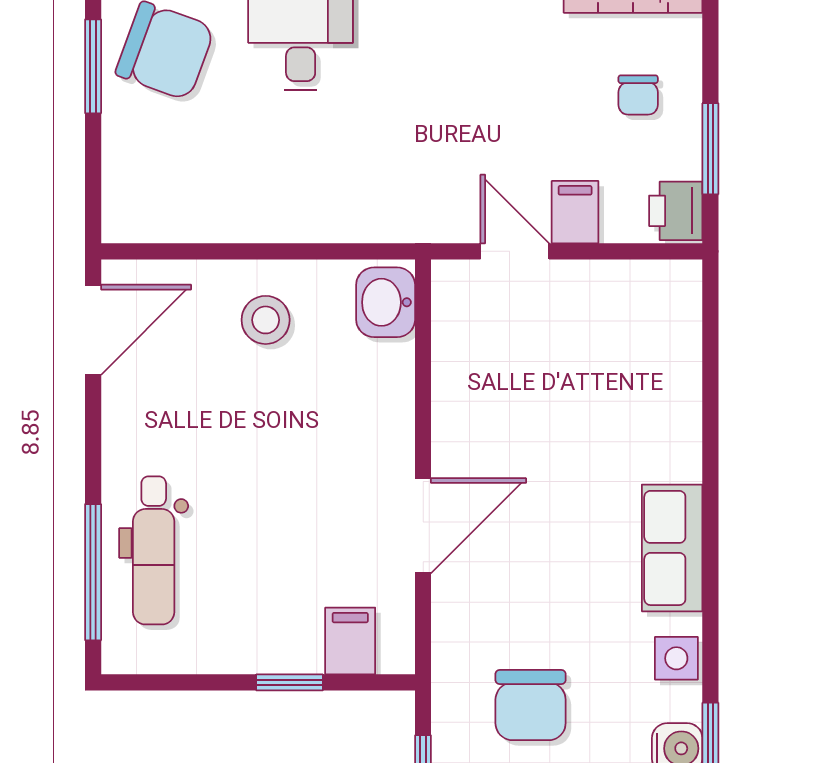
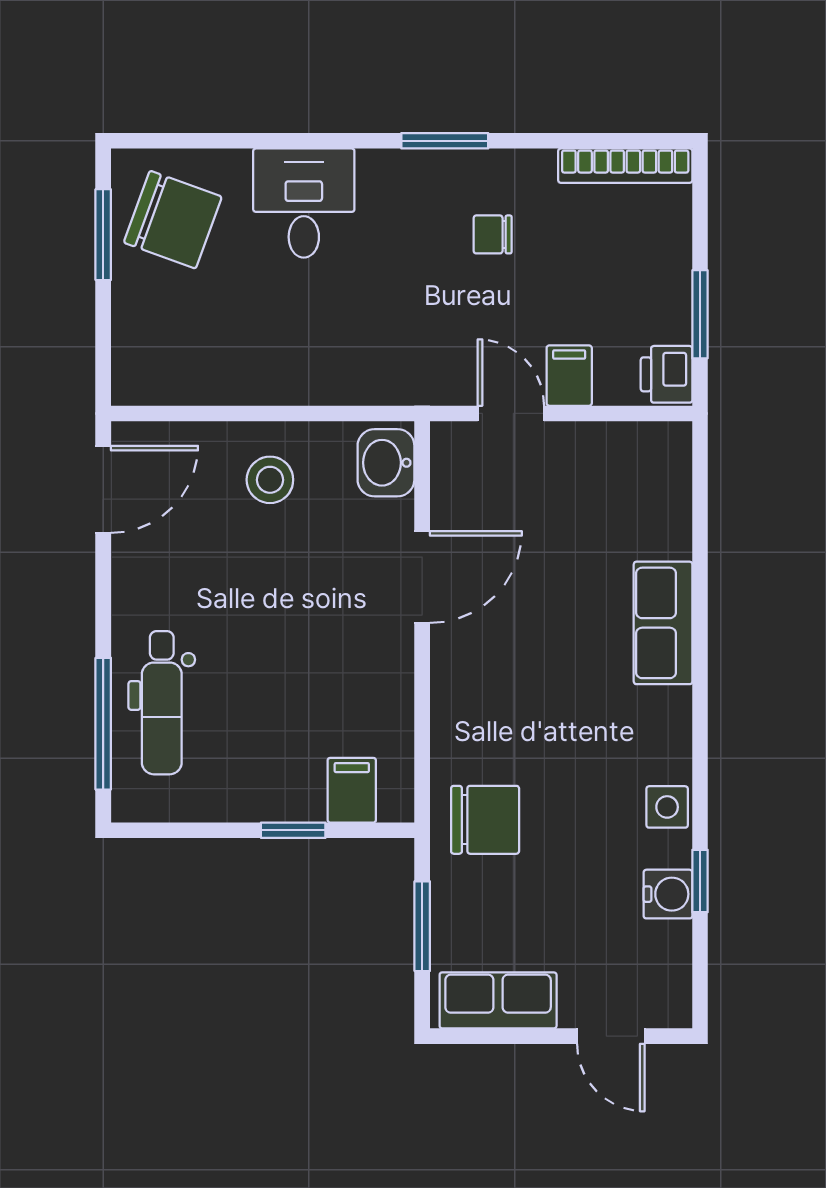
chair: (638, 95) -> (493, 234), moved, turned 90
door: (423, 526) -> (422, 577), moved
row of seats: (672, 548) -> (663, 623), moved
chair: (531, 705) -> (485, 820), moved, turned -90

